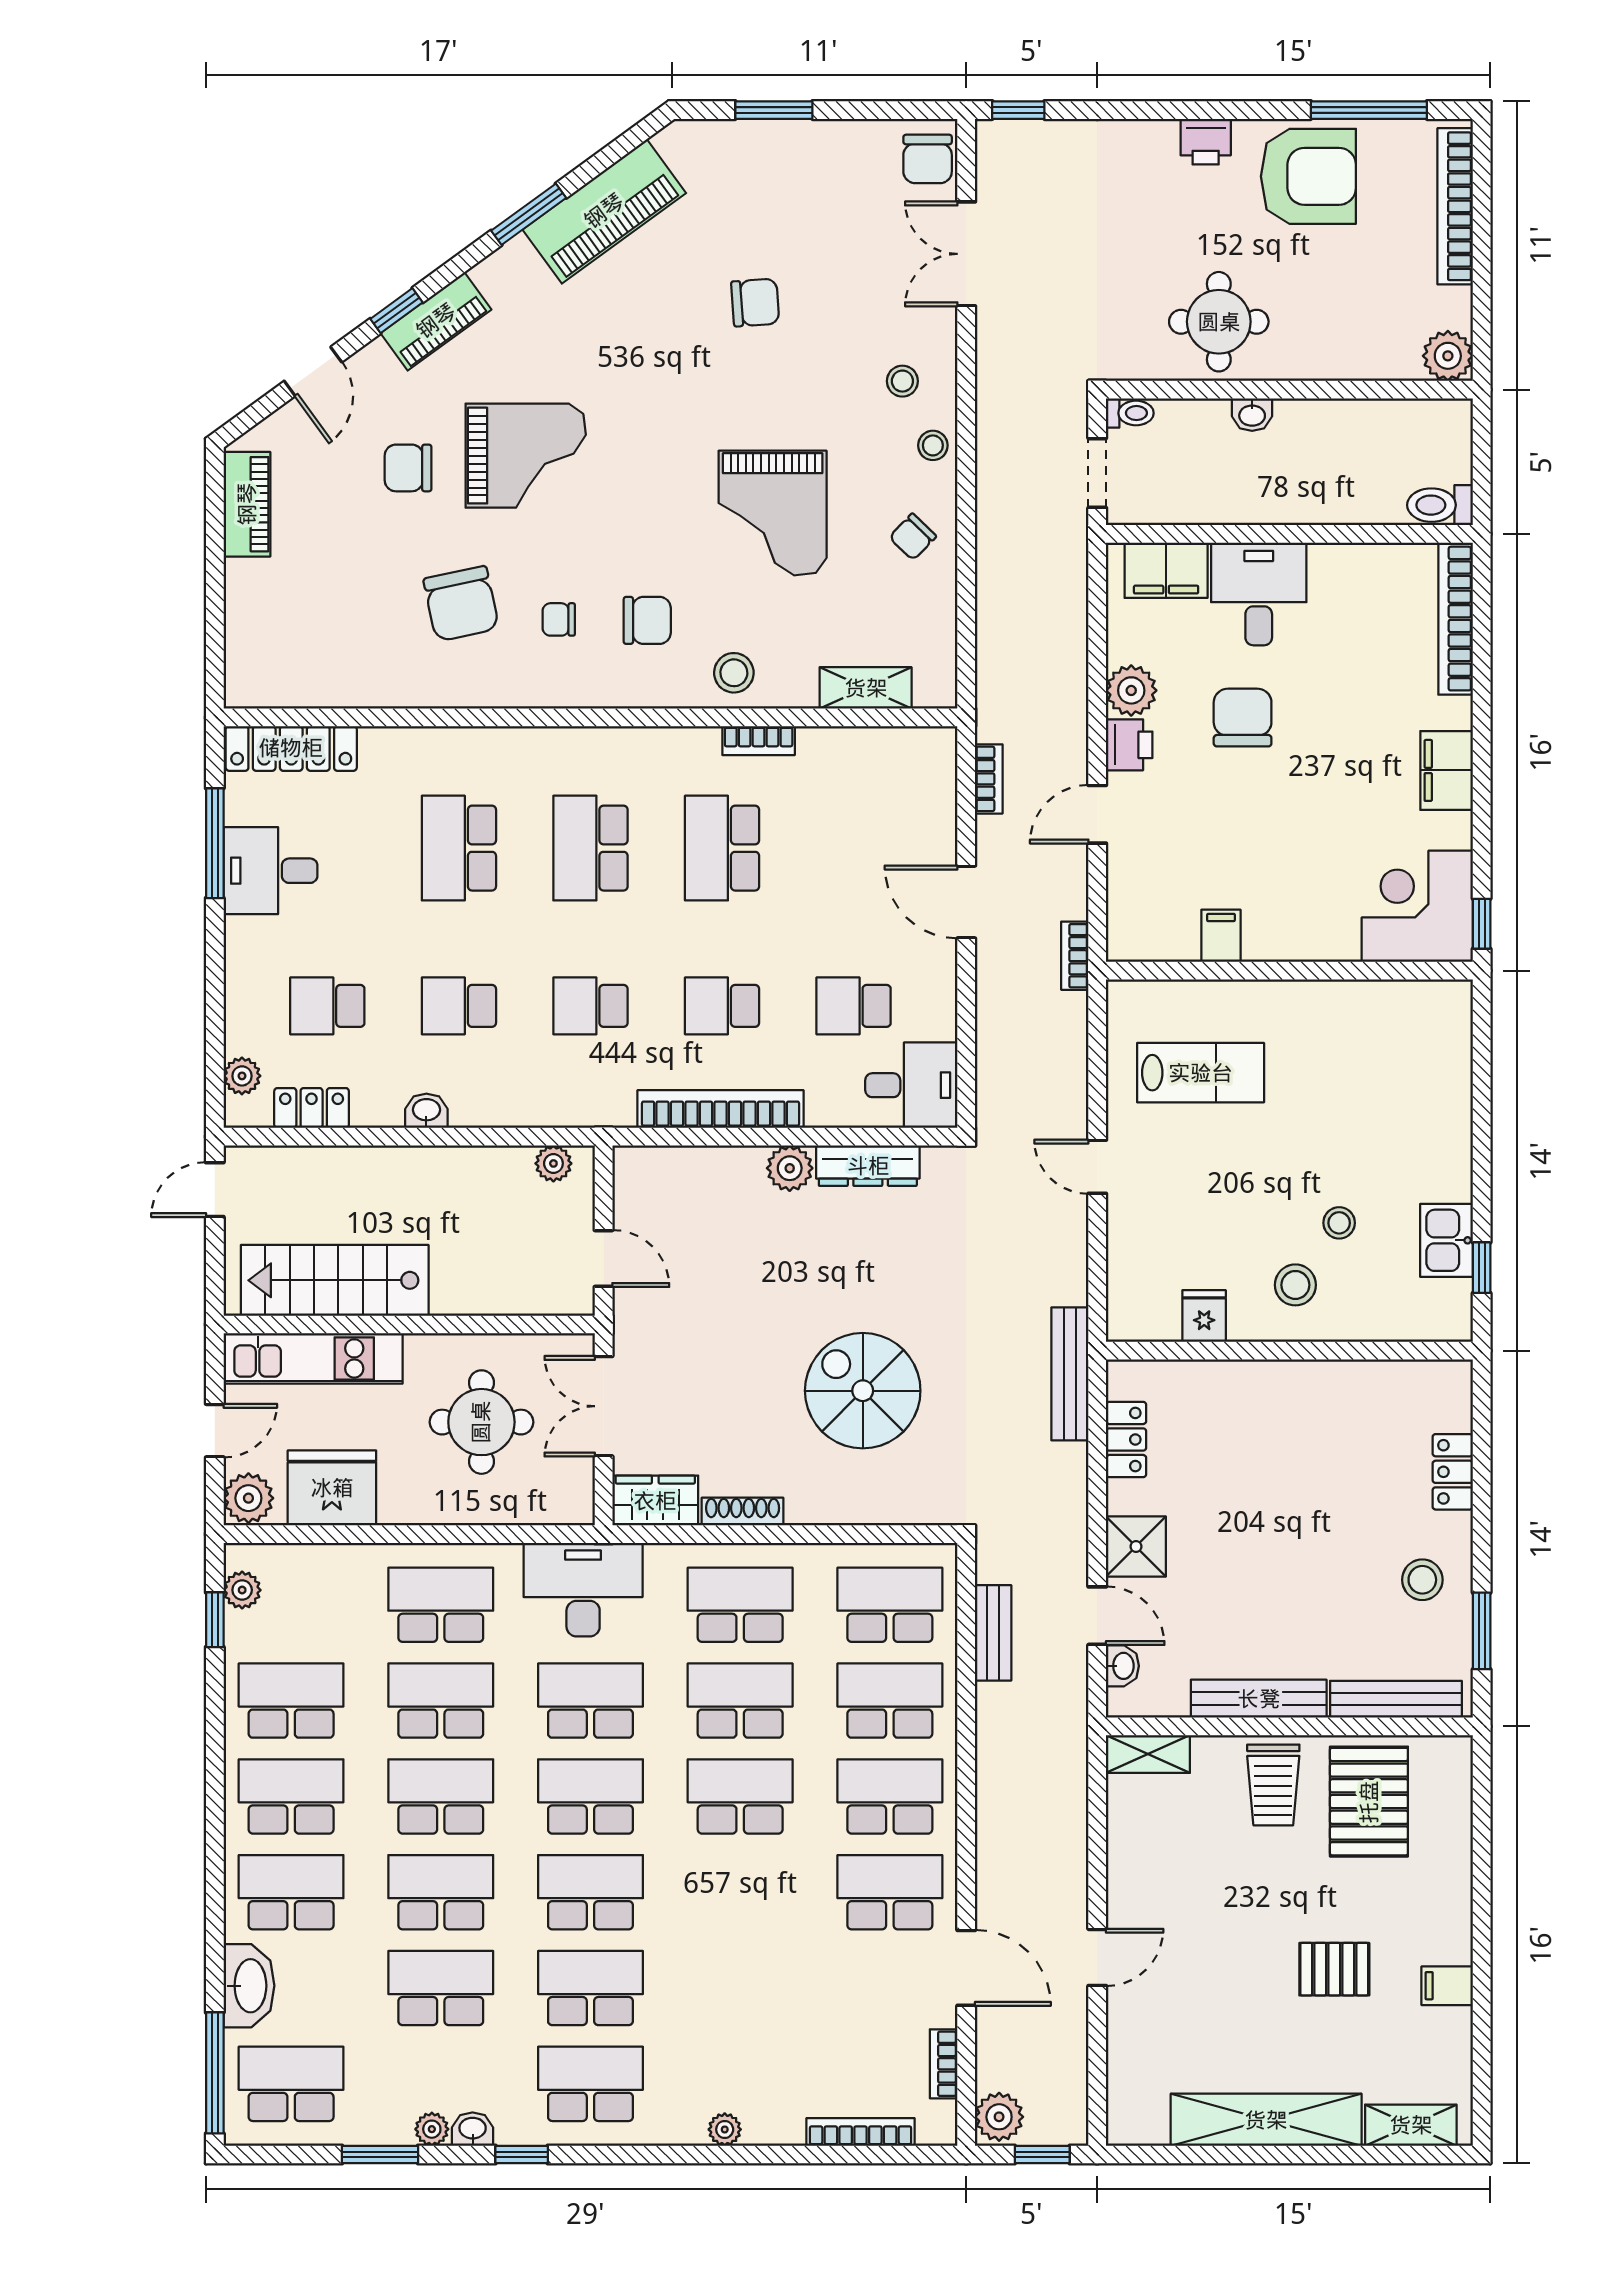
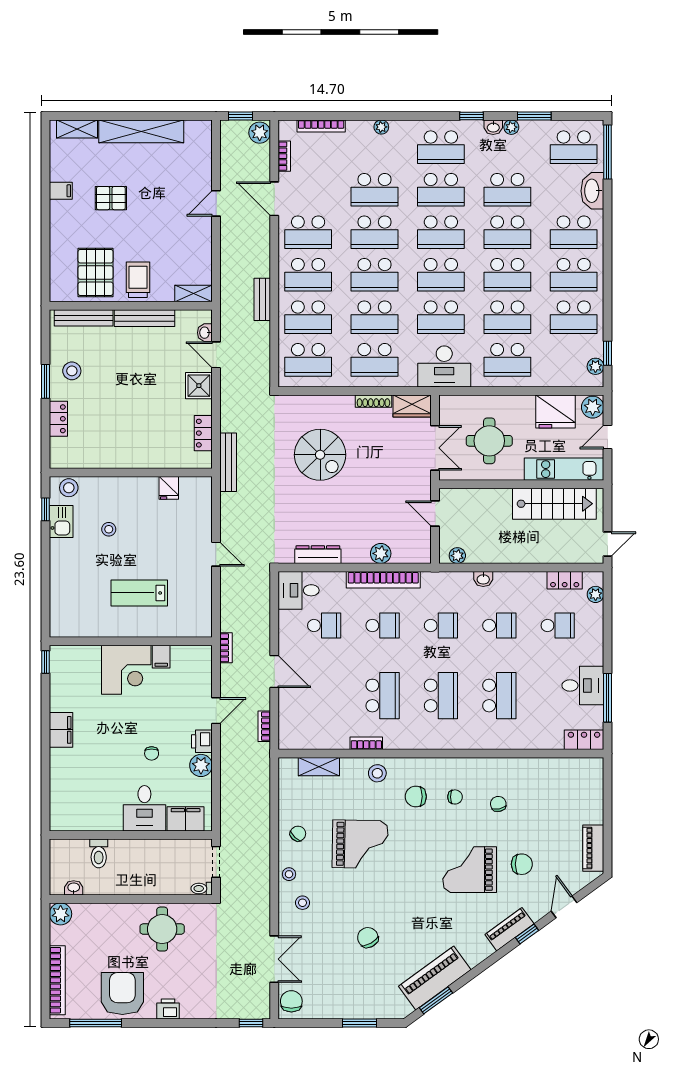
armchair: (1308, 176) -> (122, 994), turned 90
window: (529, 214) -> (436, 1000), moved
chair: (755, 303) -> (368, 938), turned 65
washbasin: (1252, 415) -> (74, 888), moved
toilet: (1440, 505) -> (99, 853), moved, turned 90
grand piano: (773, 513) -> (360, 844), turned 91
chair: (461, 604) -> (498, 804), width x0.54, depth x0.54
bookcase: (1456, 619) -> (57, 797), removed
chair: (1243, 718) -> (152, 753), width x0.54, depth x0.54
locker: (291, 748) -> (584, 740), width x0.66
corner desk: (1417, 906) -> (126, 670), moved
lab bench: (1201, 1073) -> (139, 593), moved
washbasin: (426, 1111) -> (483, 579), moved
plant: (790, 1168) -> (381, 553), moved
stool: (1295, 1285) -> (69, 488), moved
window: (1482, 1631) -> (46, 381), moved
bench: (993, 1633) -> (262, 299), moved
school desk: (740, 1892) -> (374, 232), added
school desk: (740, 1988) -> (374, 190), added

